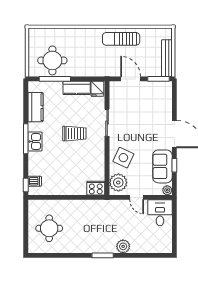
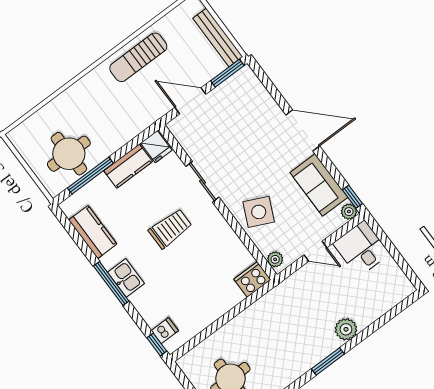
window: (174, 165) -> (352, 197), moved
plant: (118, 183) -> (275, 259), width x0.53, depth x0.53

